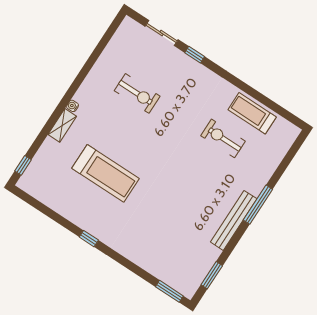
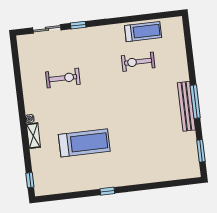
treadmill: (252, 113) -> (143, 32), turned 180
window: (258, 205) -> (195, 102), moved
window: (169, 291) -> (183, 182), removed

